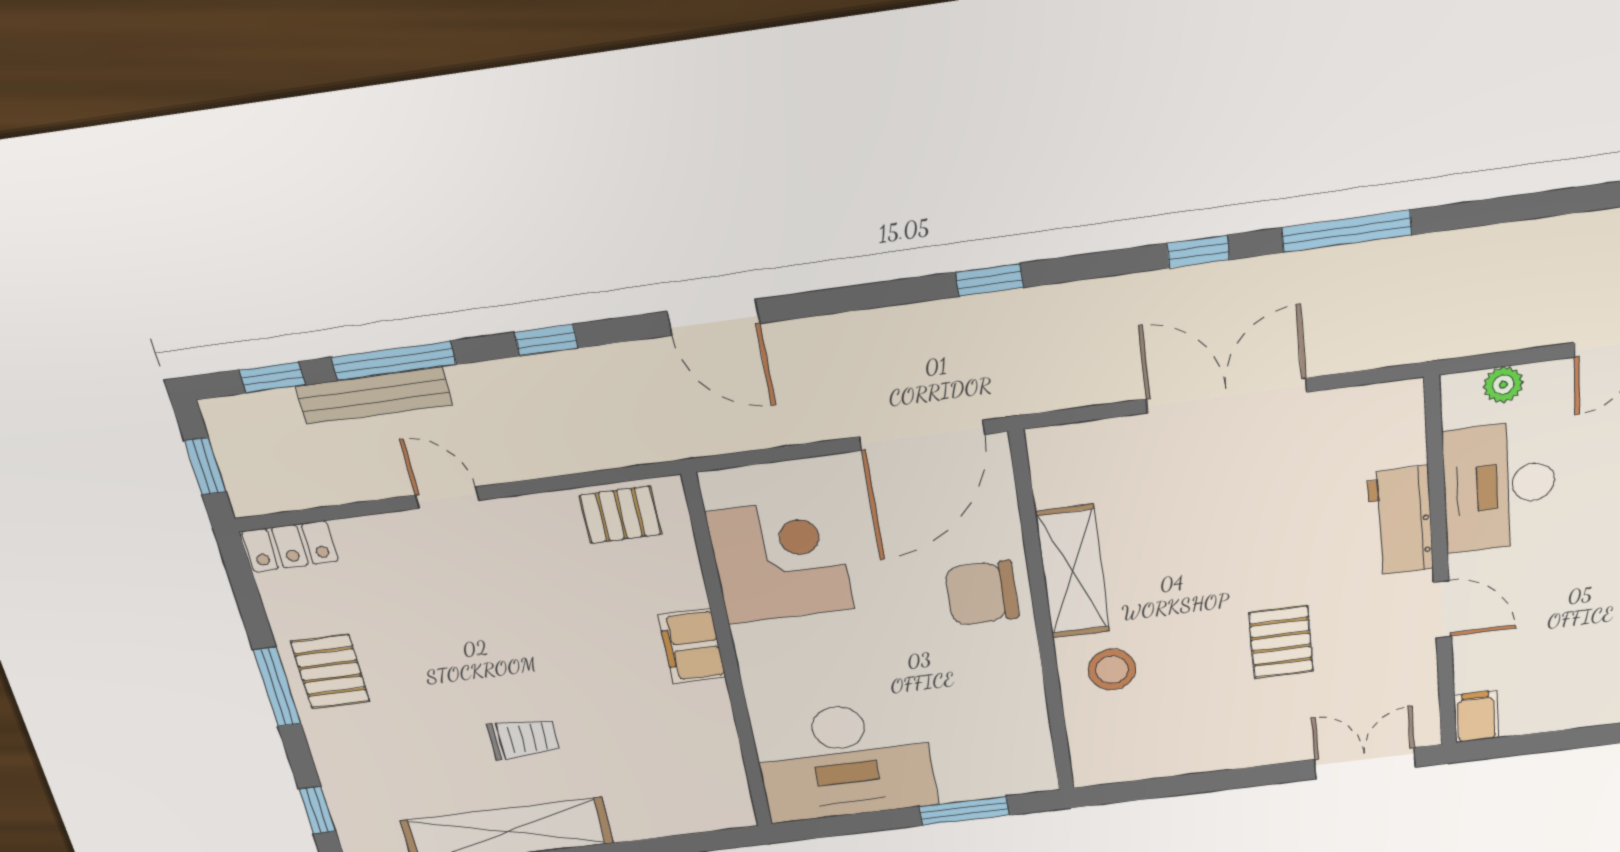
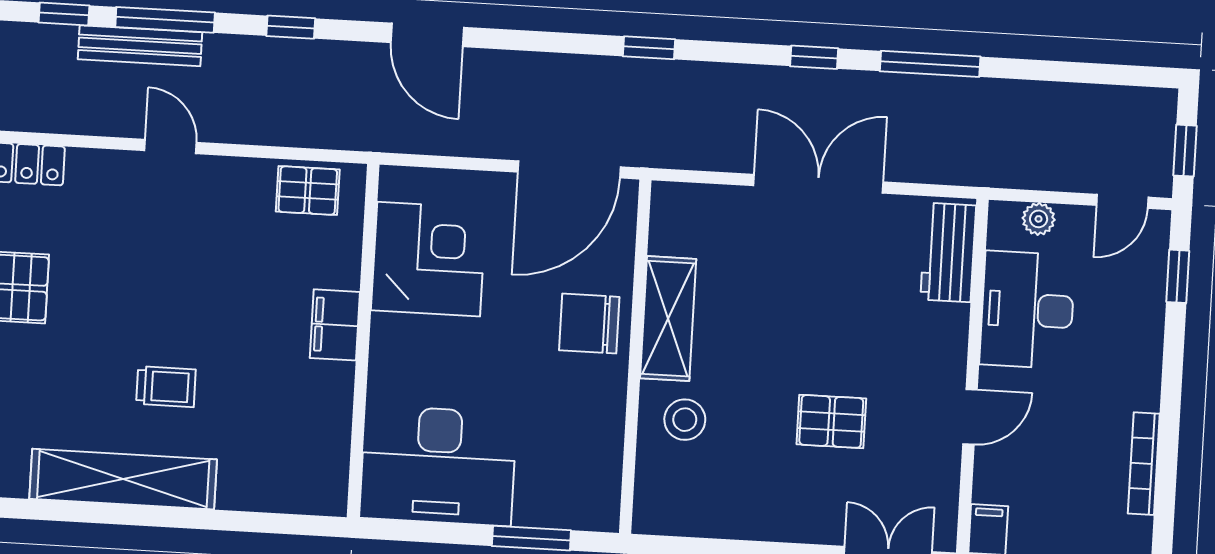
workbench: (1400, 521) -> (948, 252), moved
door: (1443, 609) -> (970, 417), hinge flipped
pallet: (1281, 642) -> (831, 421), turned 90

